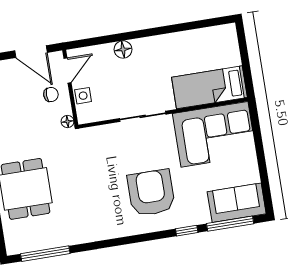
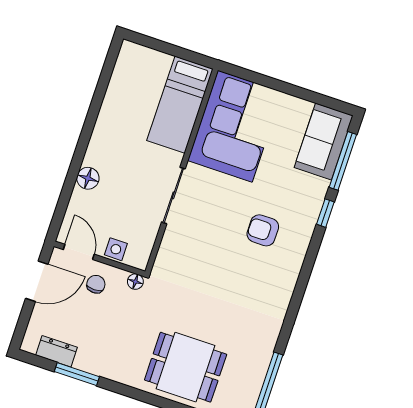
armchair: (151, 193) -> (263, 230), width x0.53, depth x0.53

